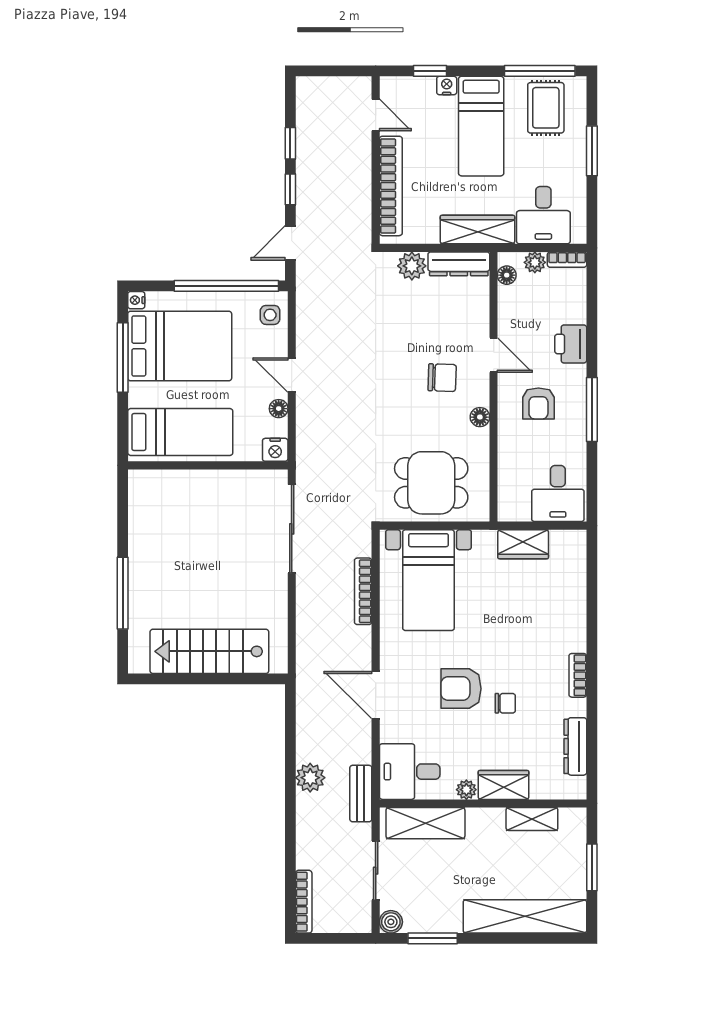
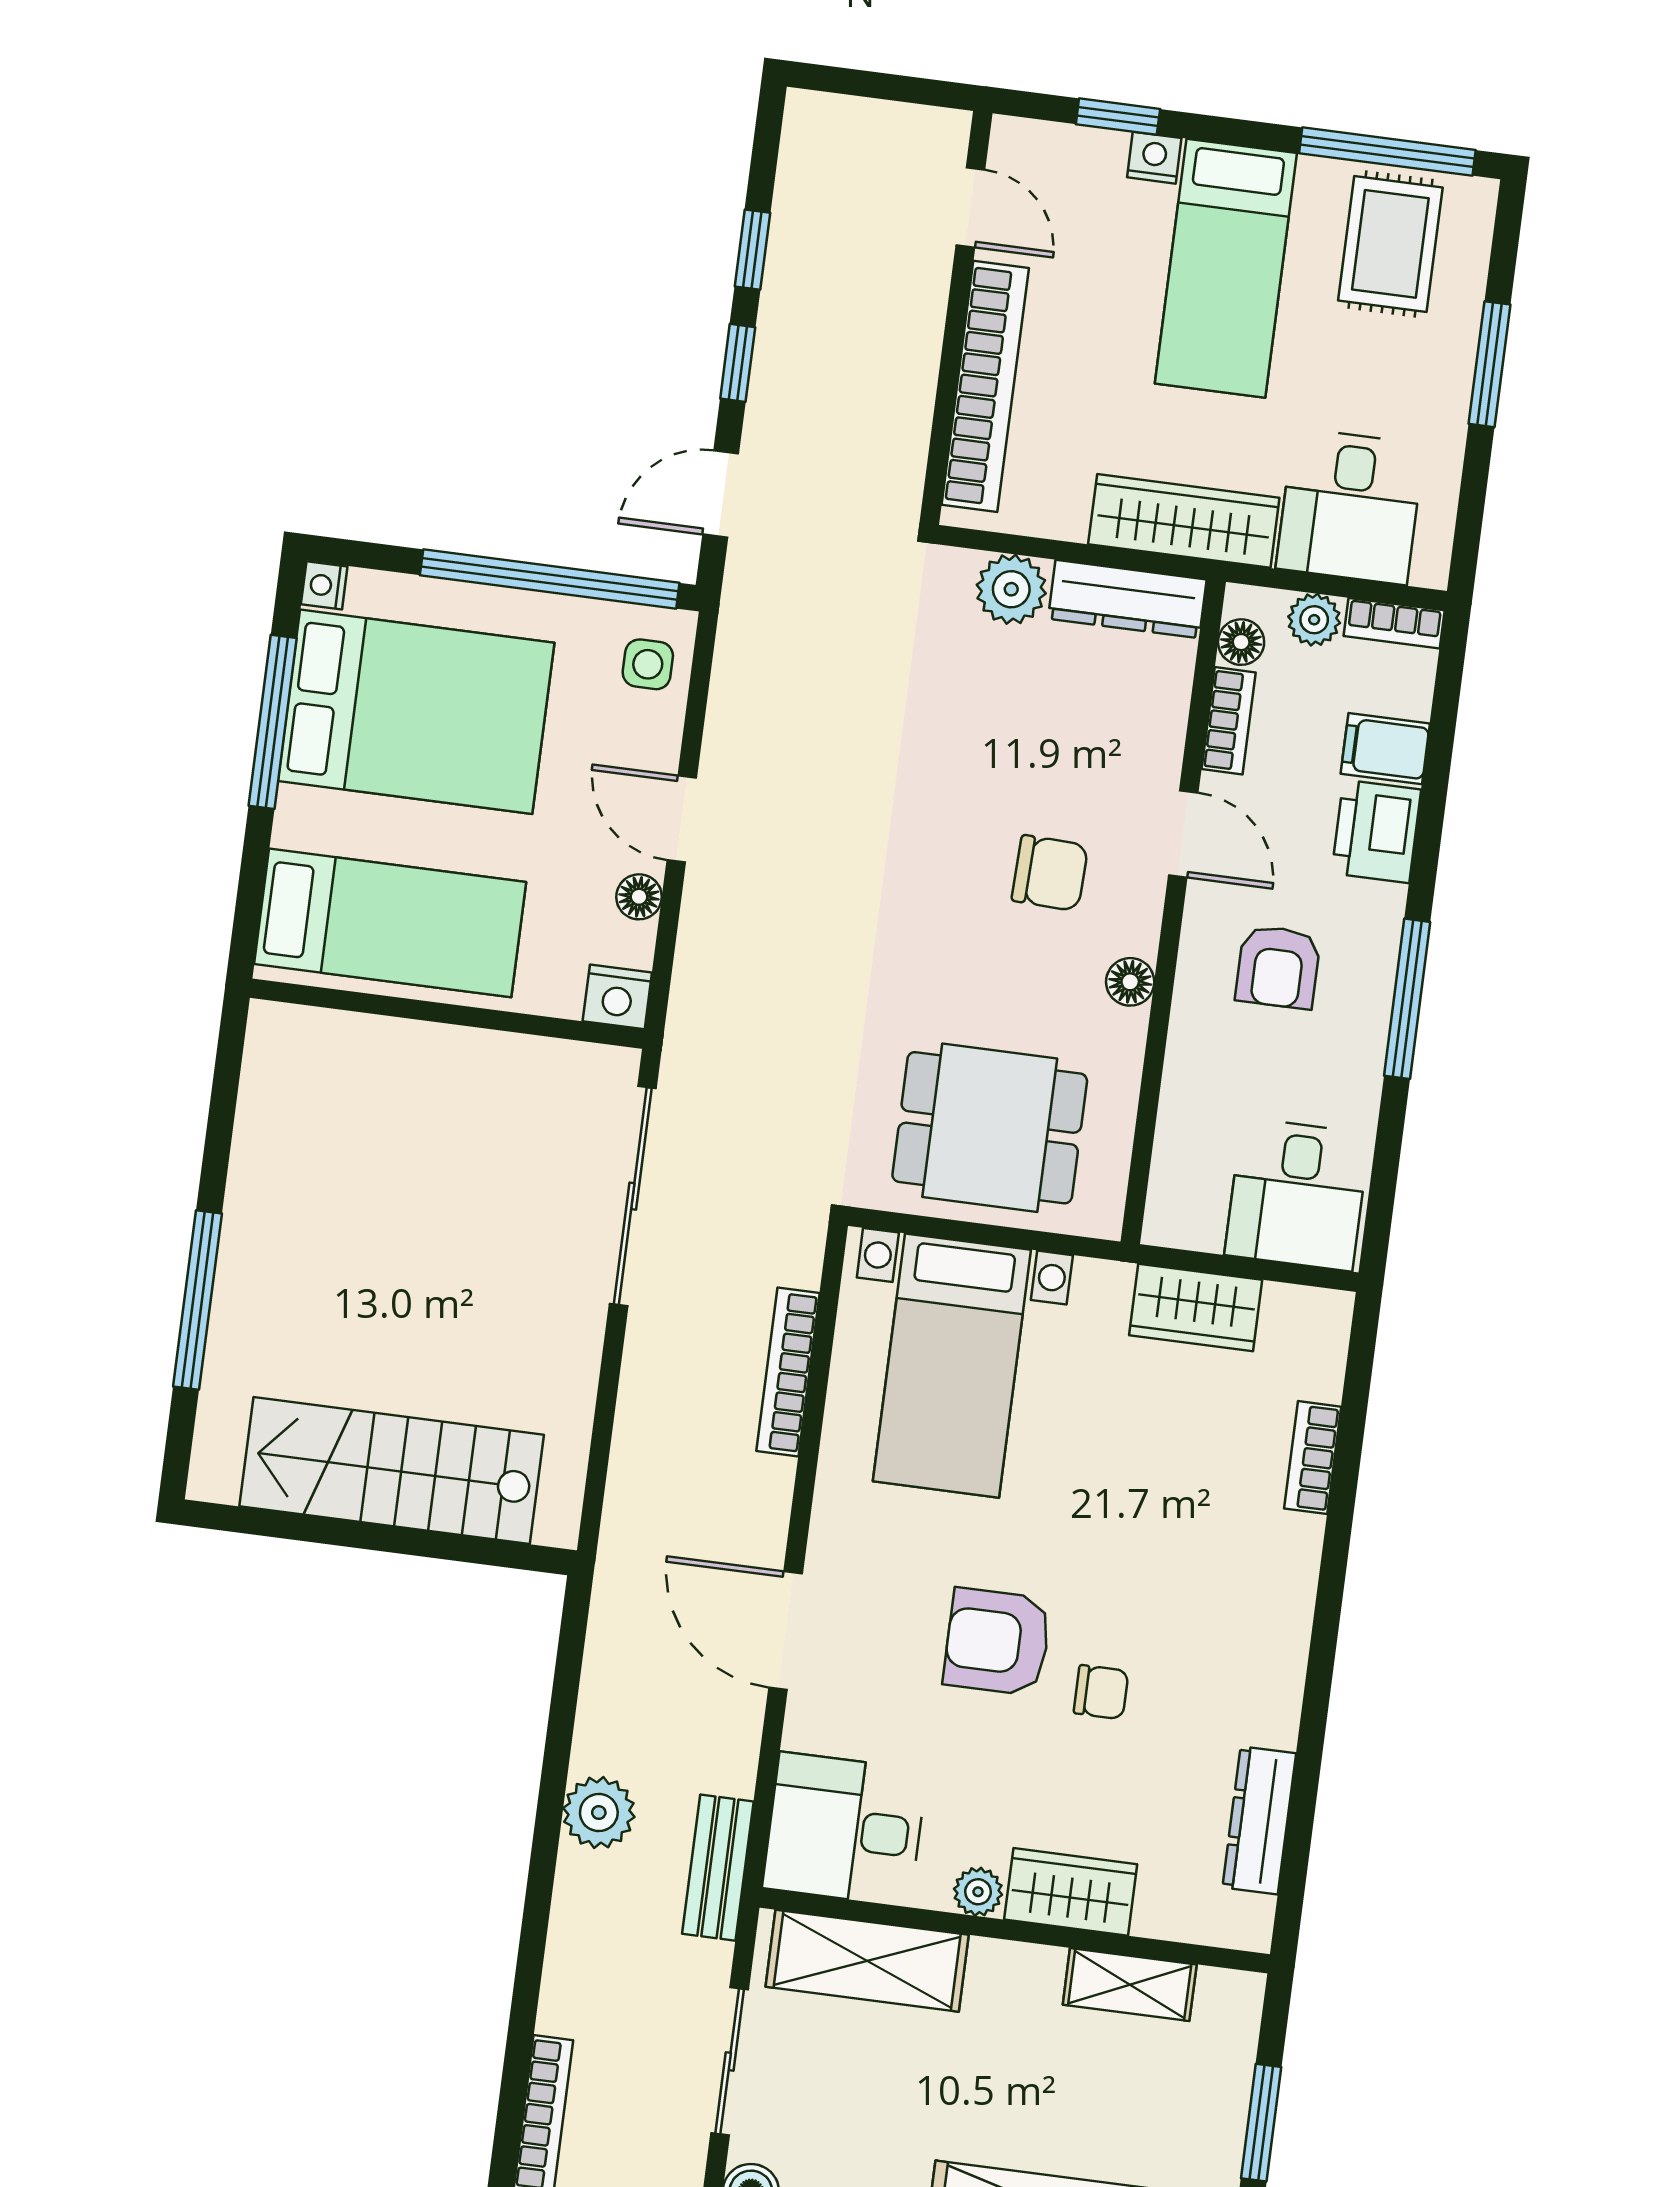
bookcase: (506, 307) -> (1229, 721), added
filing cabinet: (570, 310) -> (1385, 749), added
bookcase: (578, 675) -> (1313, 1458), moved

